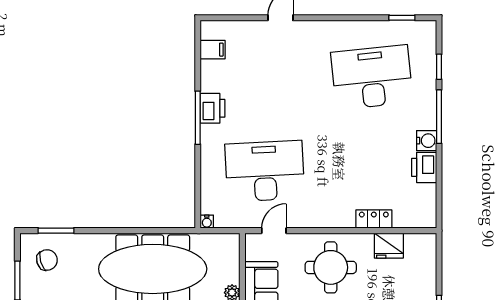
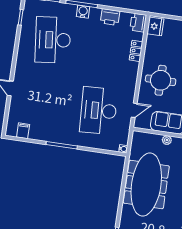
printer: (212, 108) -> (138, 23), moved, turned -90
water cooler: (427, 141) -> (83, 12), moved
door: (274, 231) -> (134, 110), swing flipped
fridge: (389, 246) -> (155, 26), moved

